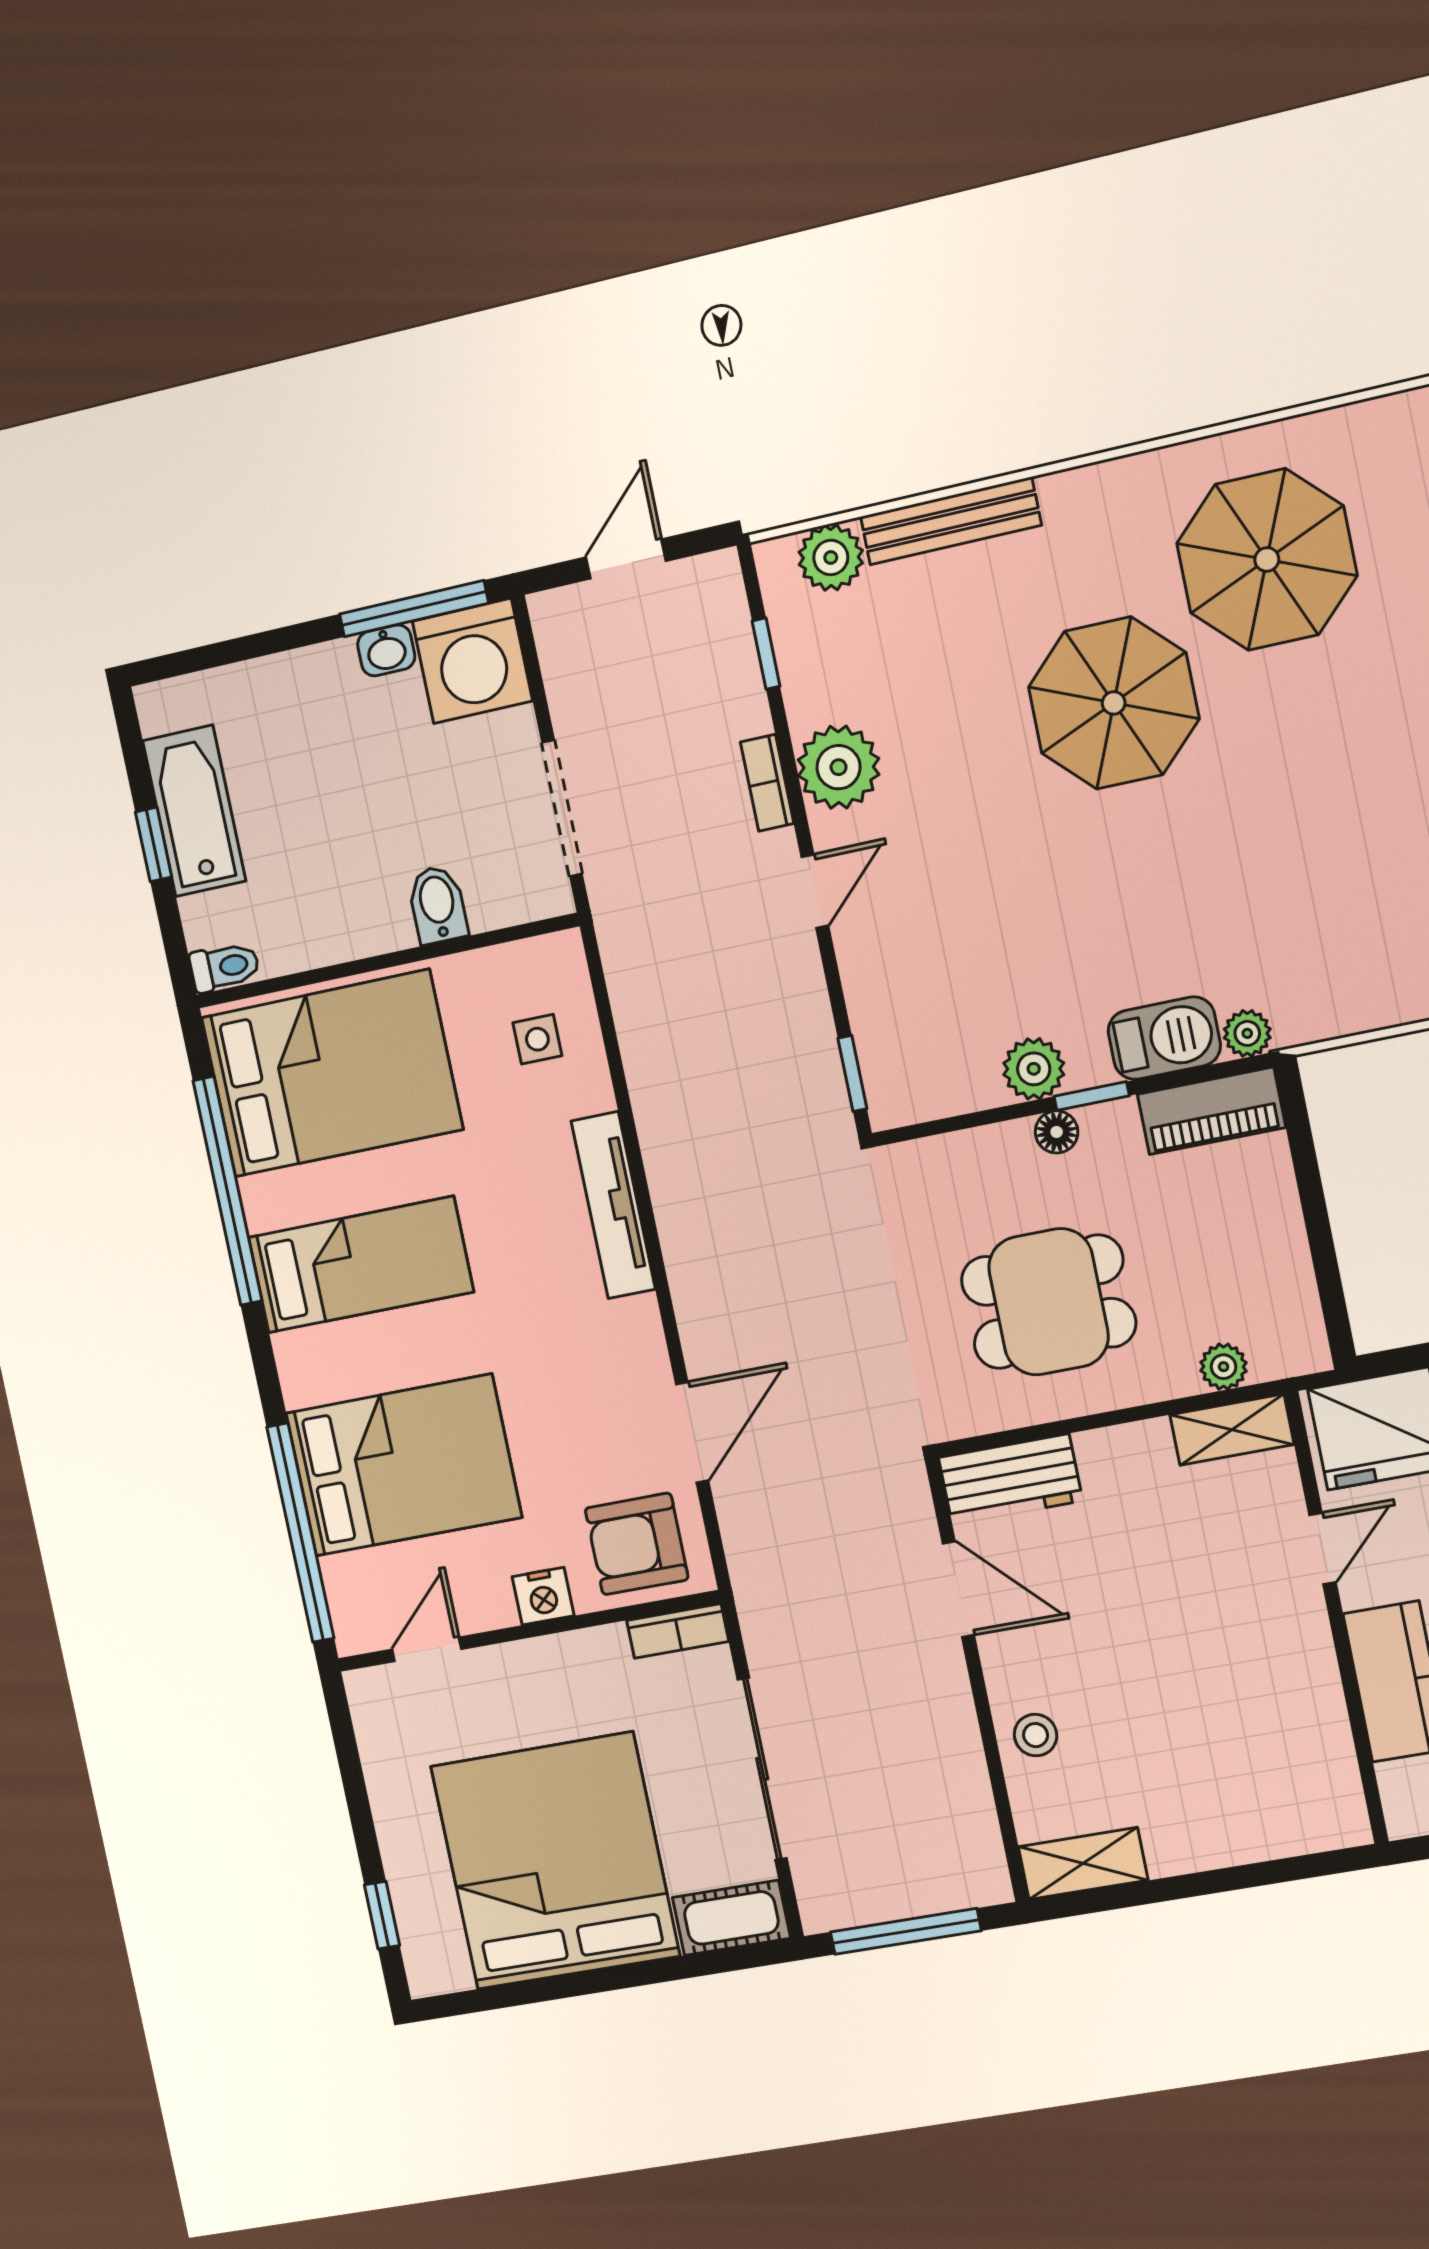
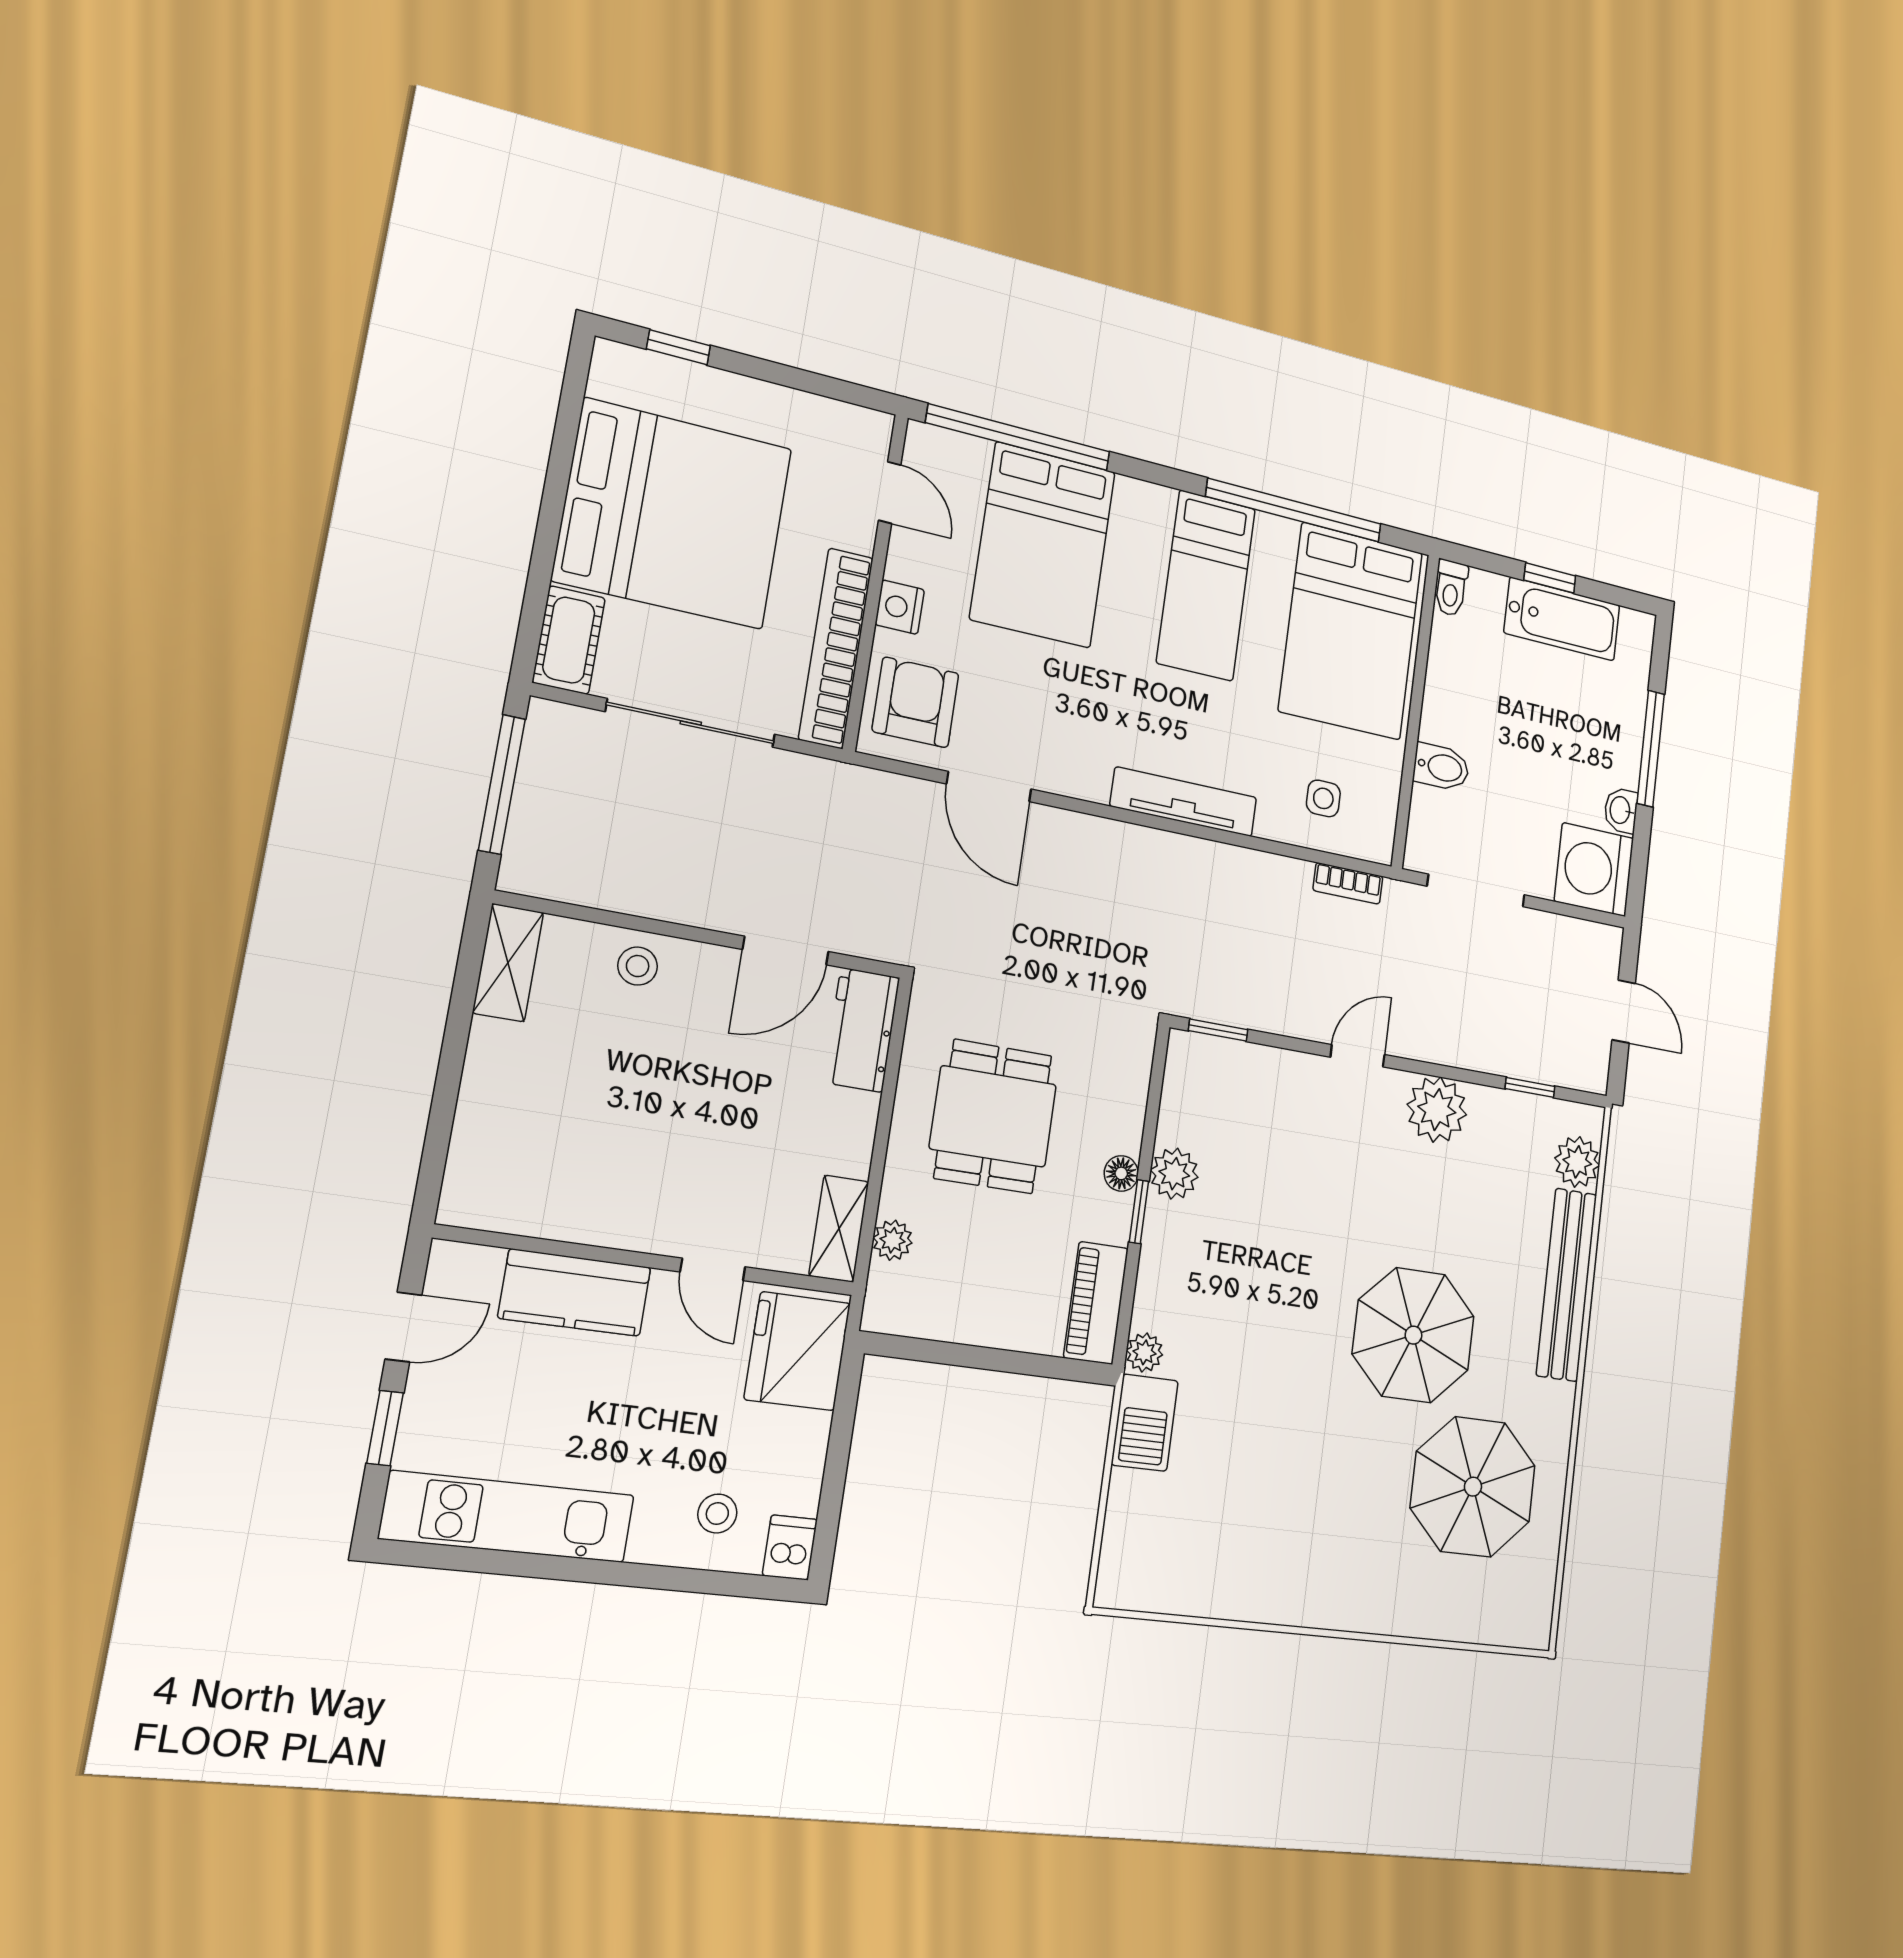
bench: (951, 521) -> (1567, 1285), width x1.37, depth x1.21
window: (414, 609) -> (1651, 749), moved
bookcase: (767, 783) -> (1348, 883), moved, turned 180
door: (815, 891) -> (1358, 1056), swing flipped
barbecue: (1164, 1038) -> (1145, 1423), moved
bookcase: (678, 1631) -> (836, 648), width x2.31, depth x1.31

